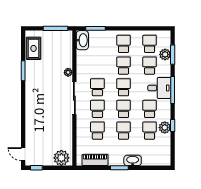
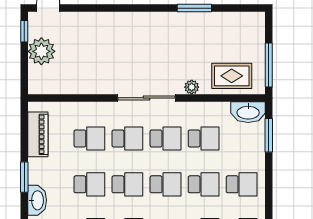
rug: (33, 48) -> (232, 76), moved
school desk: (97, 66) -> (204, 139), added
plant: (61, 158) -> (41, 51), moved

